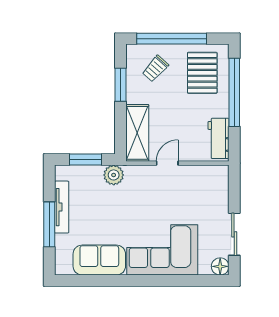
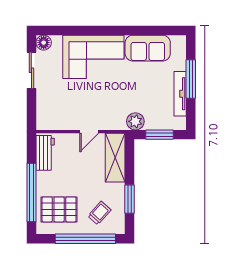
pallet: (202, 73) -> (59, 209), turned 90

